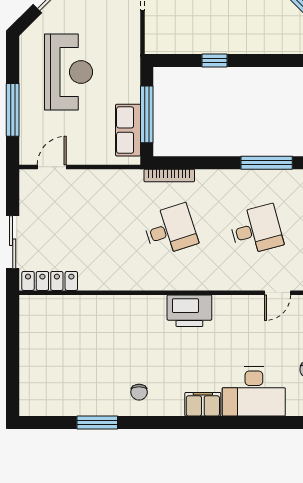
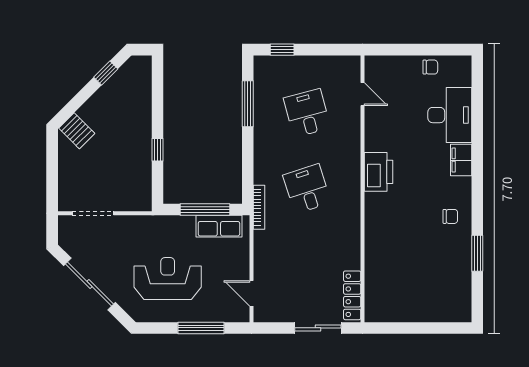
bookcase: (169, 176) -> (259, 207), moved

